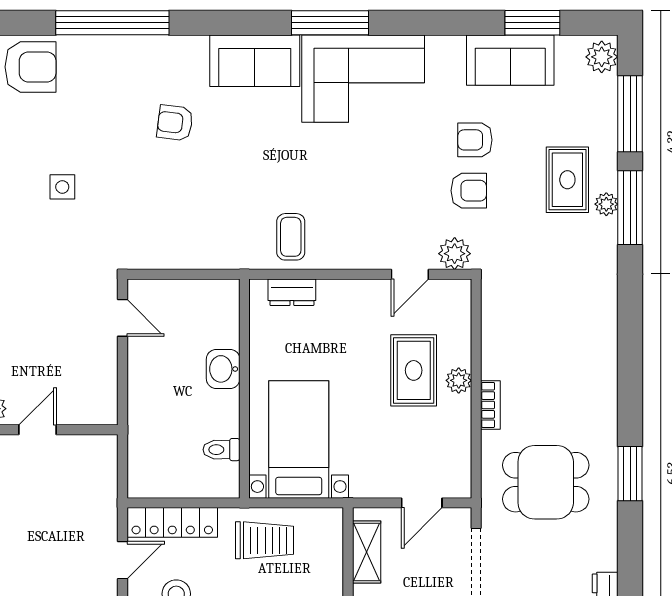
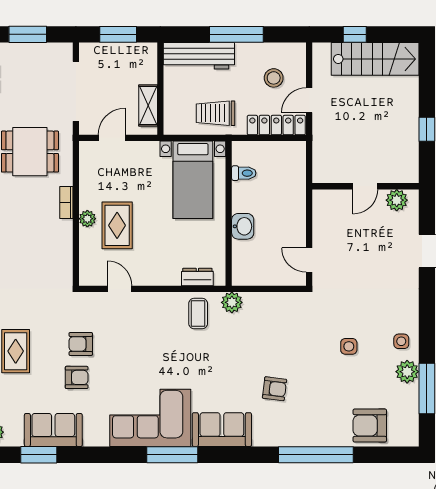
plant: (455, 254) -> (232, 302), moved
door: (410, 274) -> (120, 289), hinge flipped

